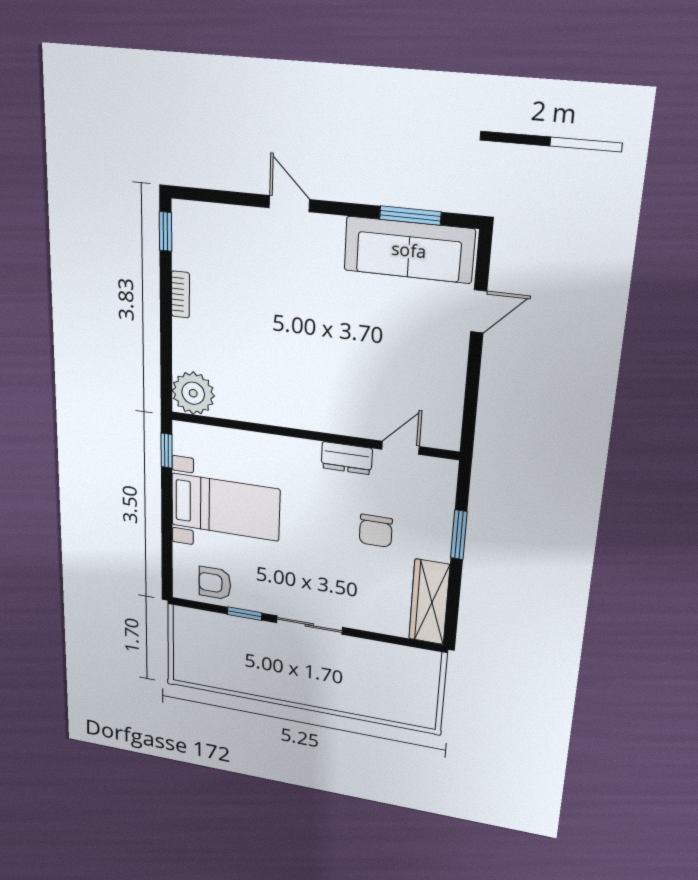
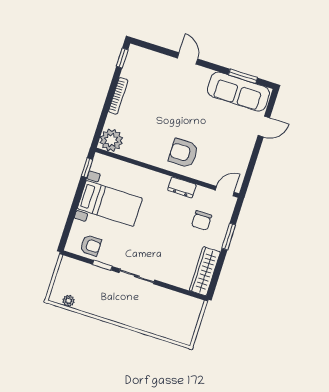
bookcase: (180, 294) -> (118, 96), width x1.56
armchair: (332, 393) -> (183, 153), added
door: (400, 448) -> (225, 191), moved
chair: (376, 531) -> (202, 221), moved
armchair: (215, 583) -> (91, 245), turned 180
plant: (207, 677) -> (69, 301), added

